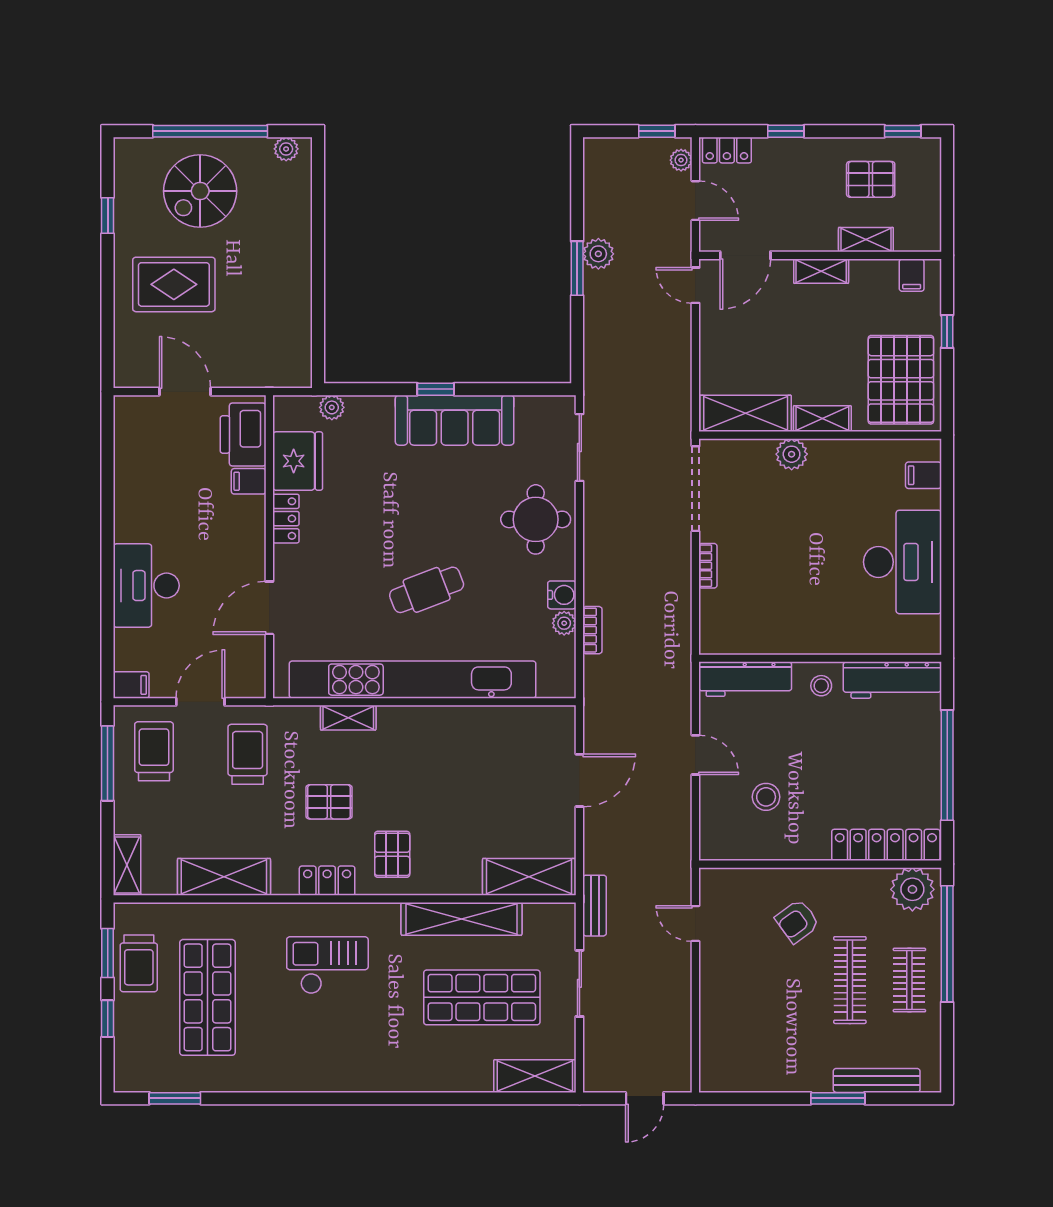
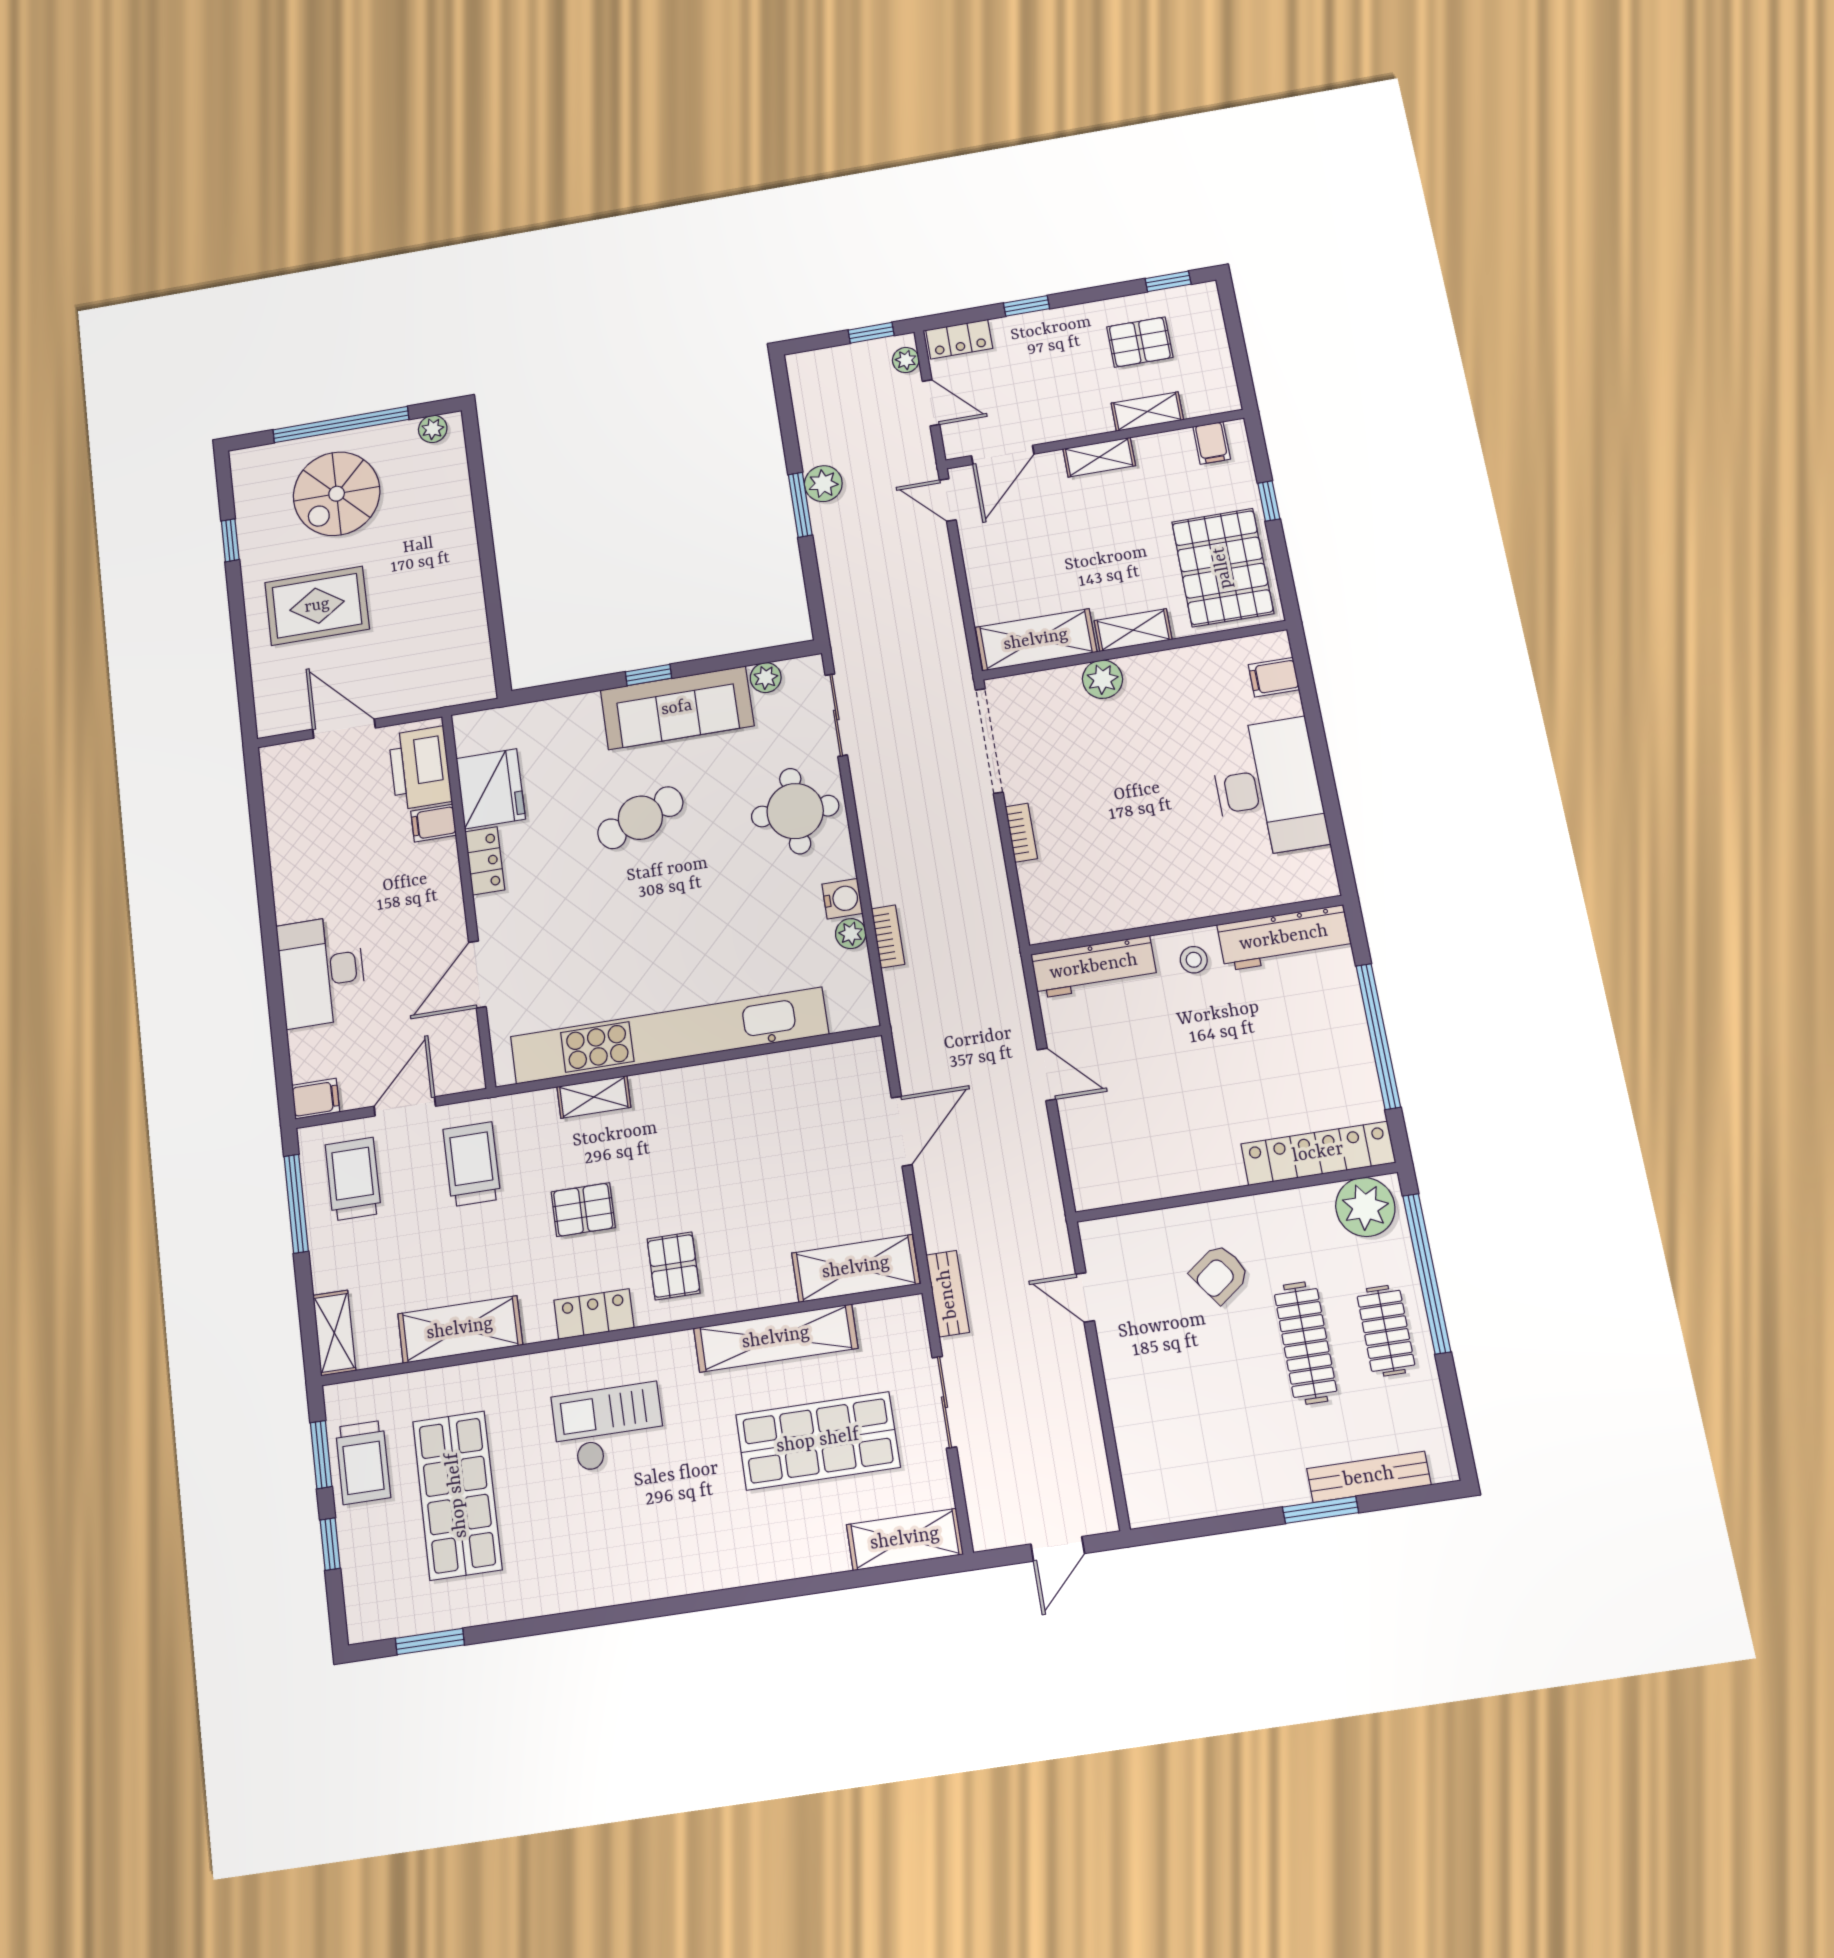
plant: (332, 407) -> (766, 678), moved
cafe table: (427, 590) -> (640, 818), moved
stool: (766, 797) -> (1148, 1115), removed

